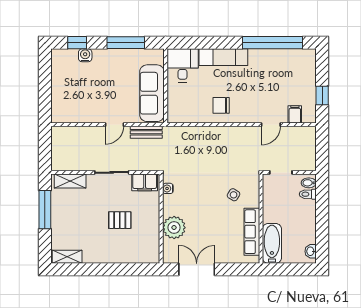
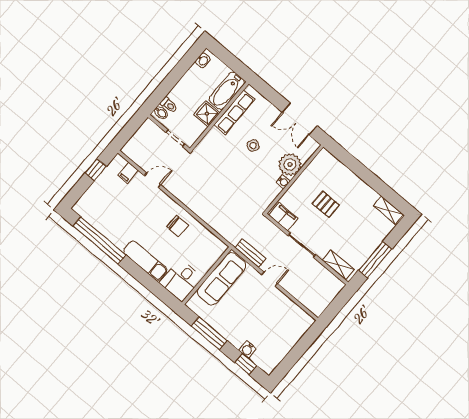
water cooler: (168, 188) -> (283, 182), moved
side table: (234, 195) -> (253, 146), moved
shower: (272, 212) -> (207, 114), added

